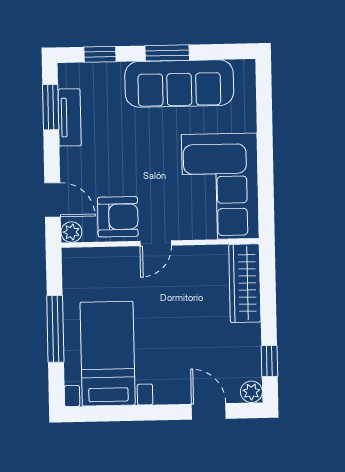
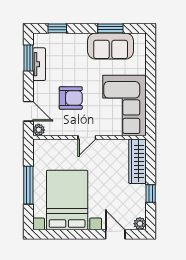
window: (167, 53) -> (110, 28), moved
sofa: (179, 83) -> (111, 46), width x0.73
armchair: (118, 217) -> (71, 98), moved
bed with nightstands: (108, 354) -> (67, 200), width x1.36
window: (269, 361) -> (151, 194), moved

